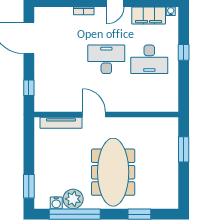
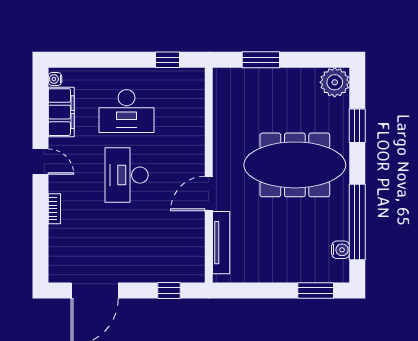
window: (184, 52) -> (167, 60), moved
desk: (149, 59) -> (127, 111), turned 90
plant: (73, 199) -> (335, 82), moved

